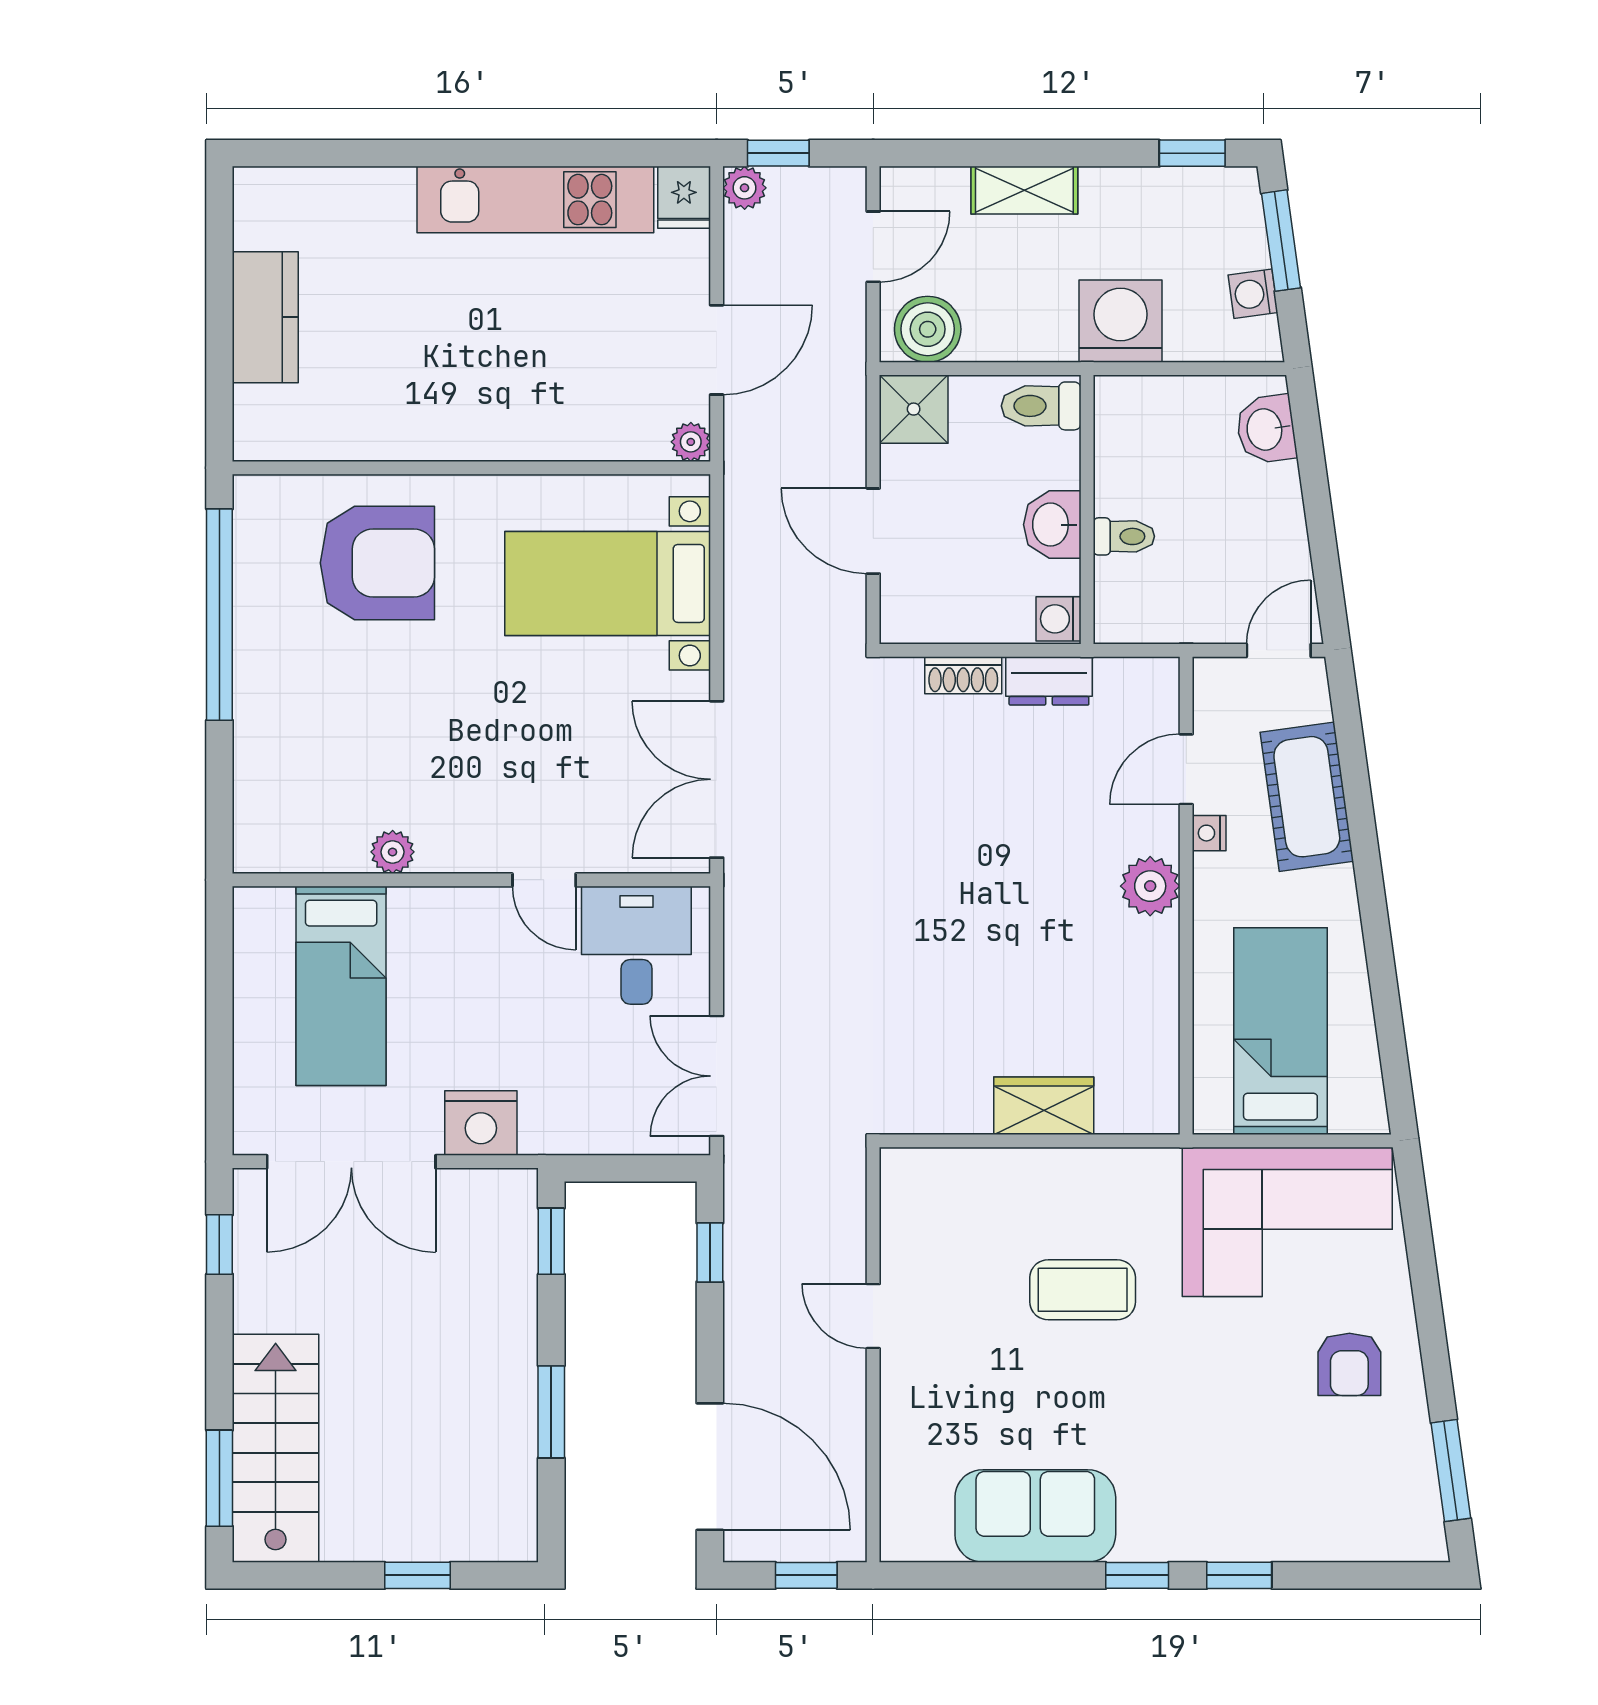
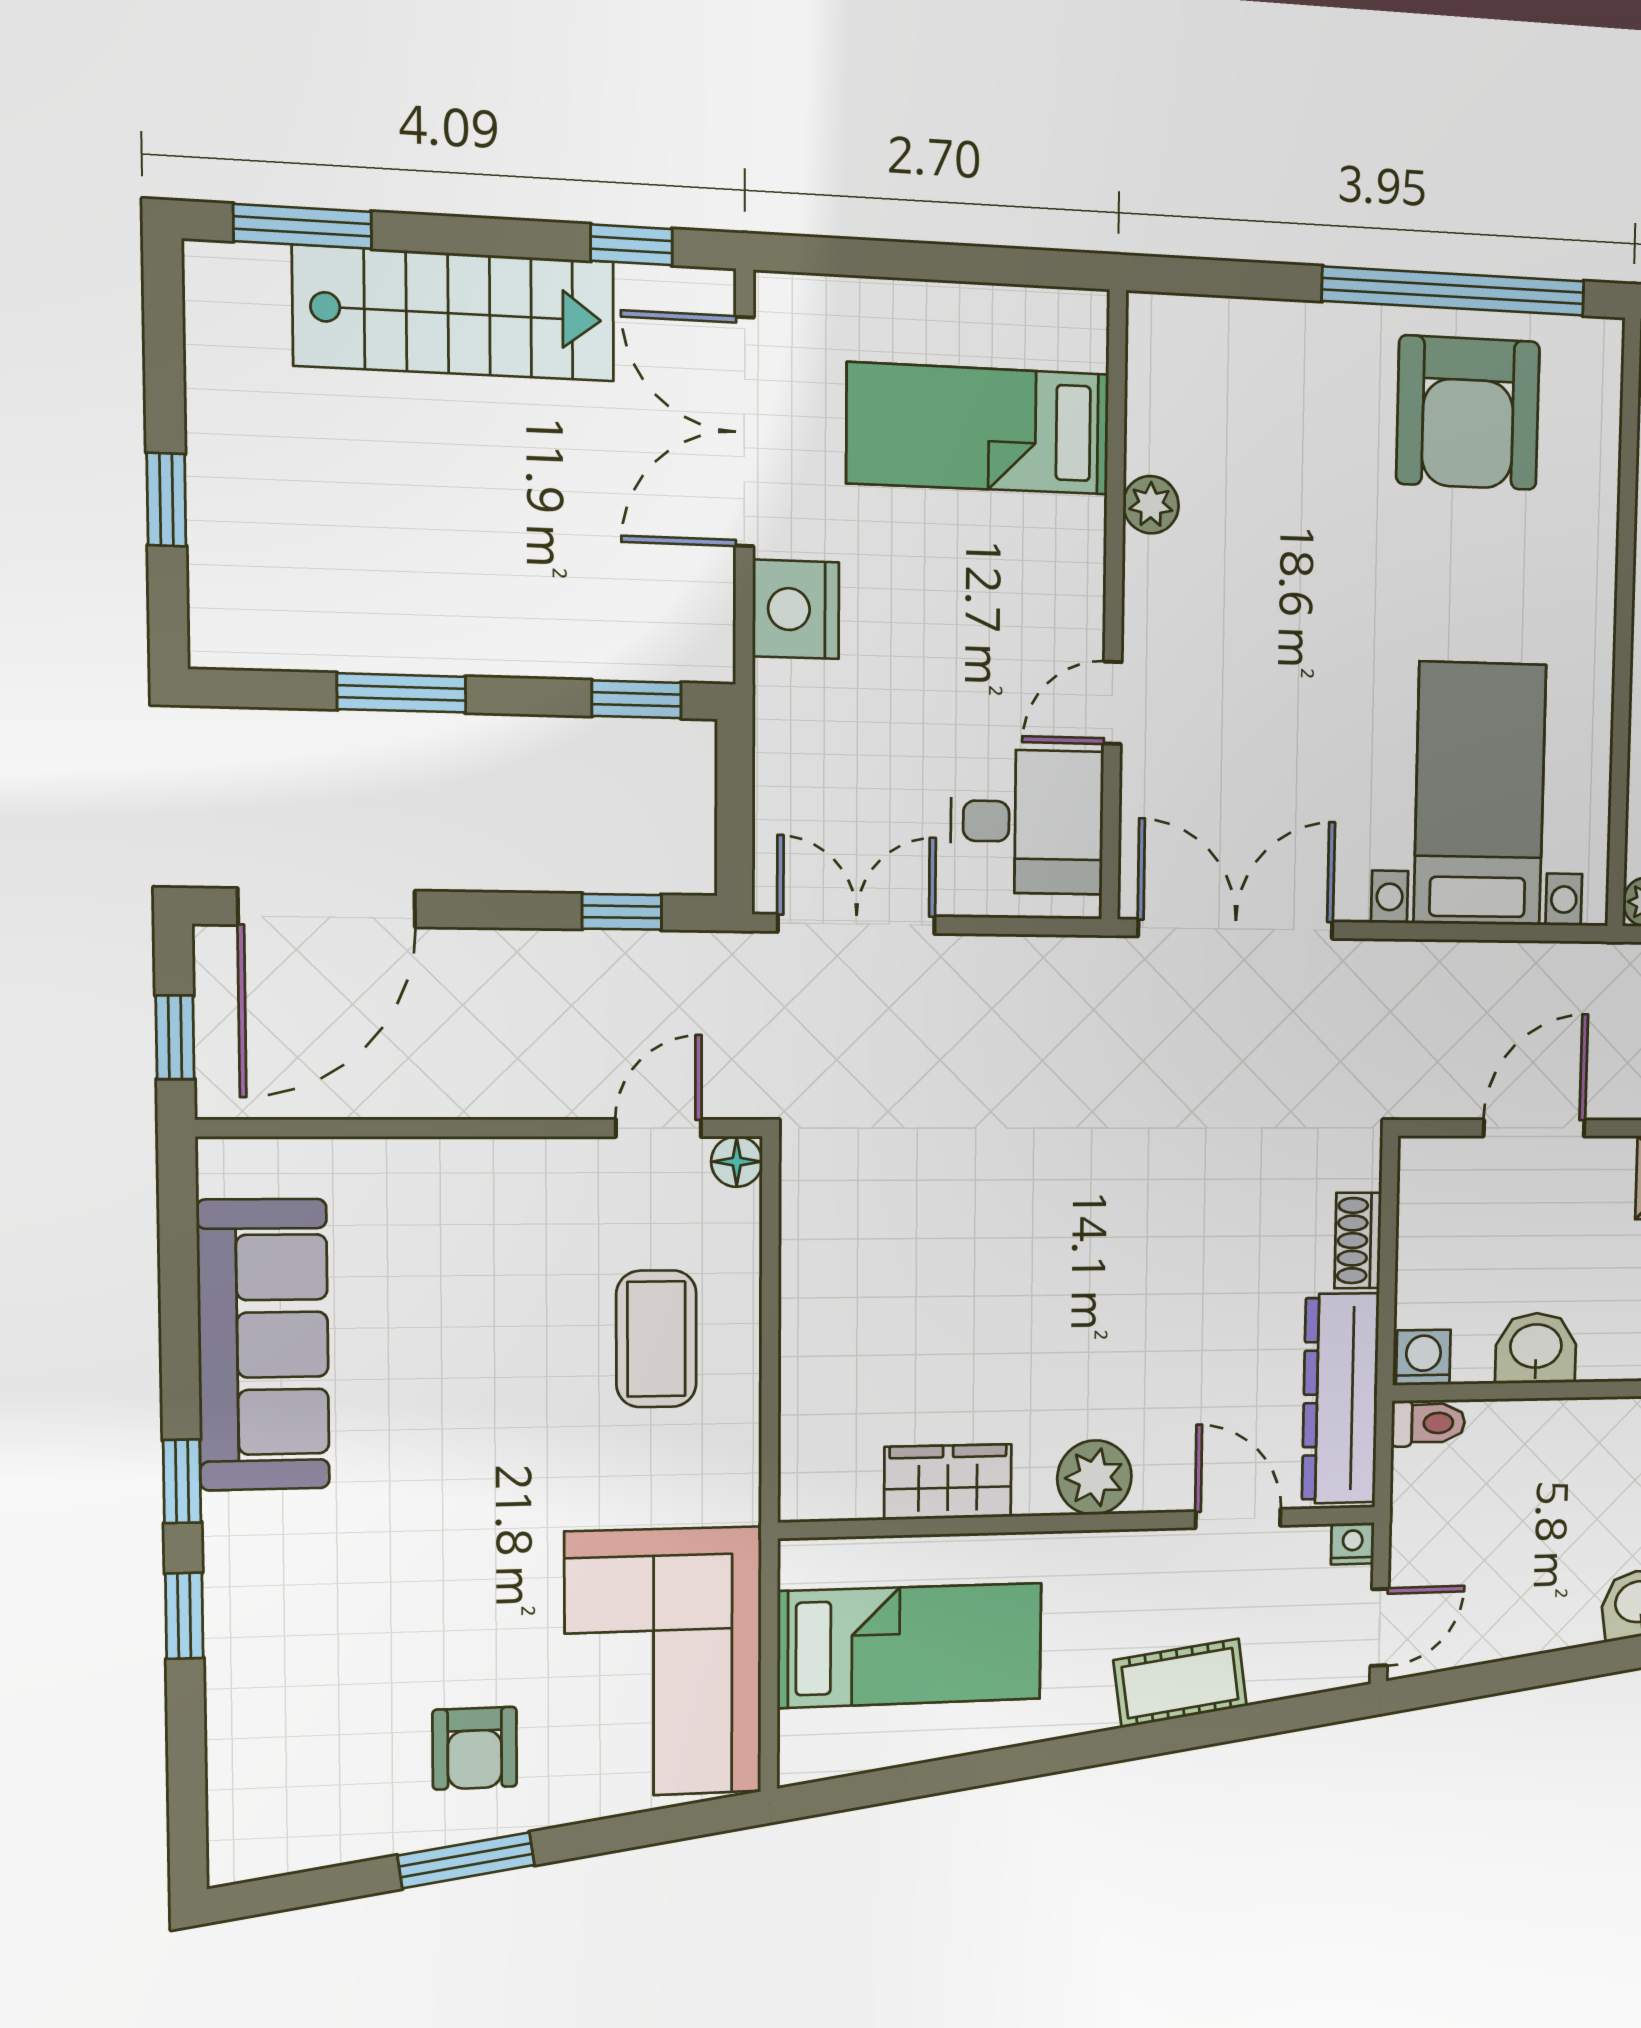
toilet: (1124, 536) -> (1428, 1423), moved, turned -90
armchair: (377, 563) -> (1468, 413), moved
door: (1279, 650) -> (1379, 1627), hinge flipped
dresser: (1049, 681) -> (1341, 1398), width x1.96, depth x1.24
cot: (1307, 797) -> (1180, 1683), width x0.73, depth x0.75
nightstand: (1209, 833) -> (1353, 1544), moved
wardrobe: (1044, 1106) -> (948, 1482), moved, turned -90
floor lamp: (899, 1166) -> (737, 1162), added
coffee table: (1083, 1290) -> (656, 1339), moved
door: (873, 1316) -> (659, 1128), moved
armchair: (1349, 1364) -> (475, 1748), turned -90
stairs: (276, 1448) -> (455, 313), moved
window: (1451, 1471) -> (466, 1860), moved
sofa: (1035, 1516) -> (263, 1345), width x1.36

